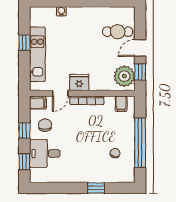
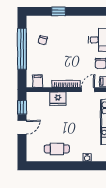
cafe table: (118, 32) -> (57, 149), moved
plant: (124, 76) -> (35, 104), removed
fridge: (79, 82) -> (58, 99), moved

